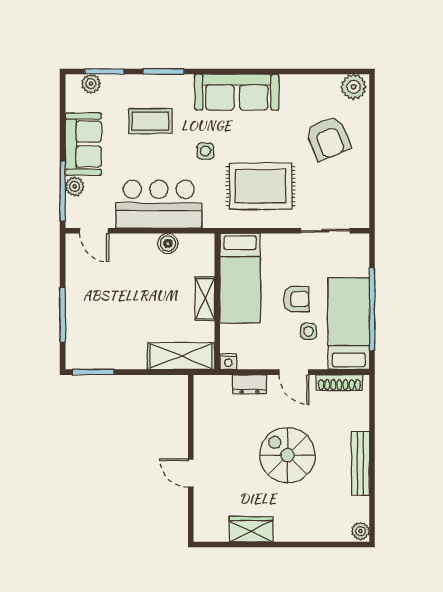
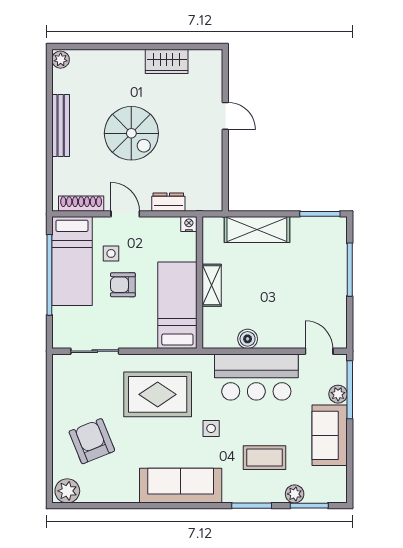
plant: (91, 84) -> (295, 494), moved
shelving: (181, 356) -> (257, 230), moved

